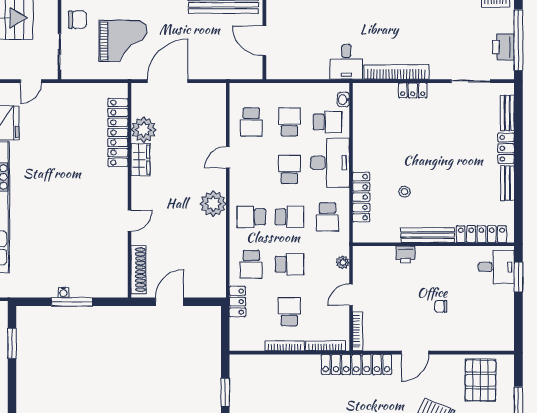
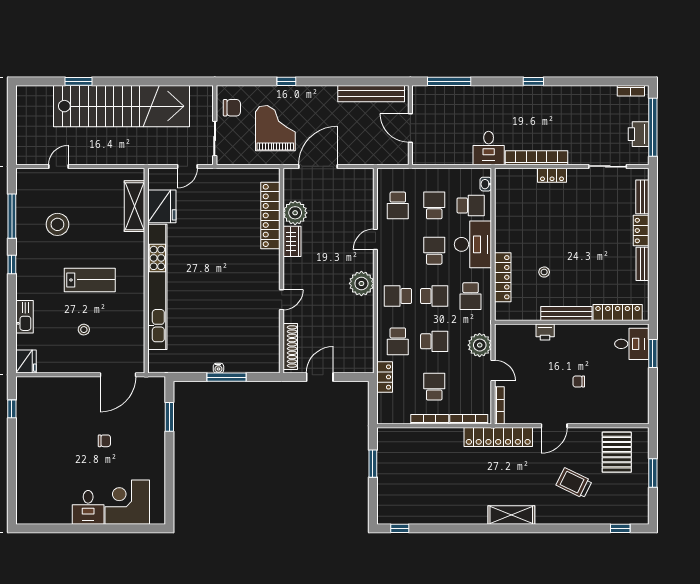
grand piano: (123, 41) -> (275, 128), turned -90
plant: (343, 262) -> (480, 345), width x1.87, depth x1.87
door: (351, 295) -> (493, 370), swing flipped

